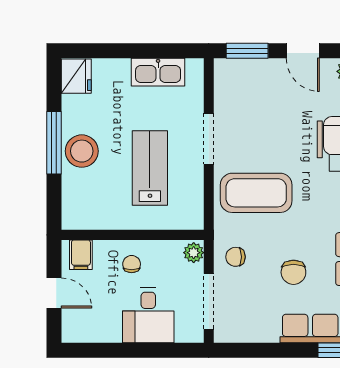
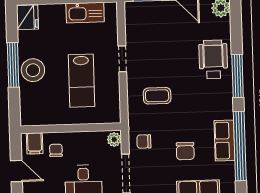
doorway: (209, 139) -> (122, 59), width x0.73
lab bench: (150, 168) -> (82, 81), turned 180
coffee table: (256, 193) -> (157, 96), width x0.54, depth x0.58
chair: (132, 264) -> (56, 150), moved

